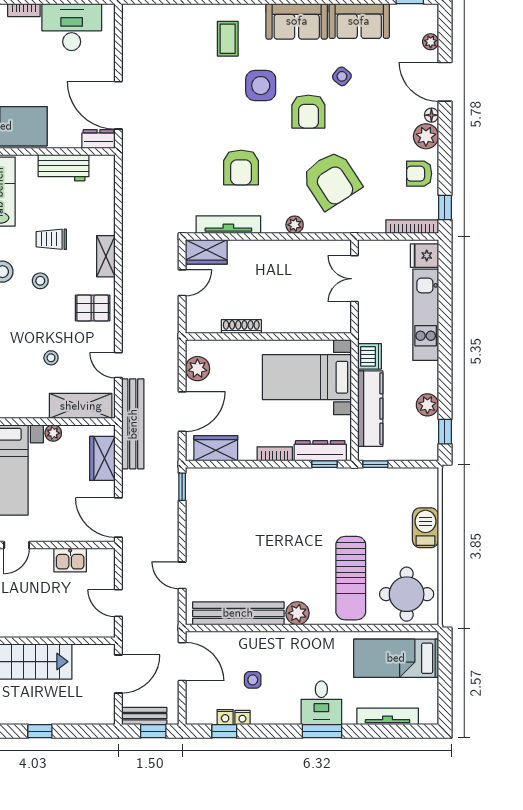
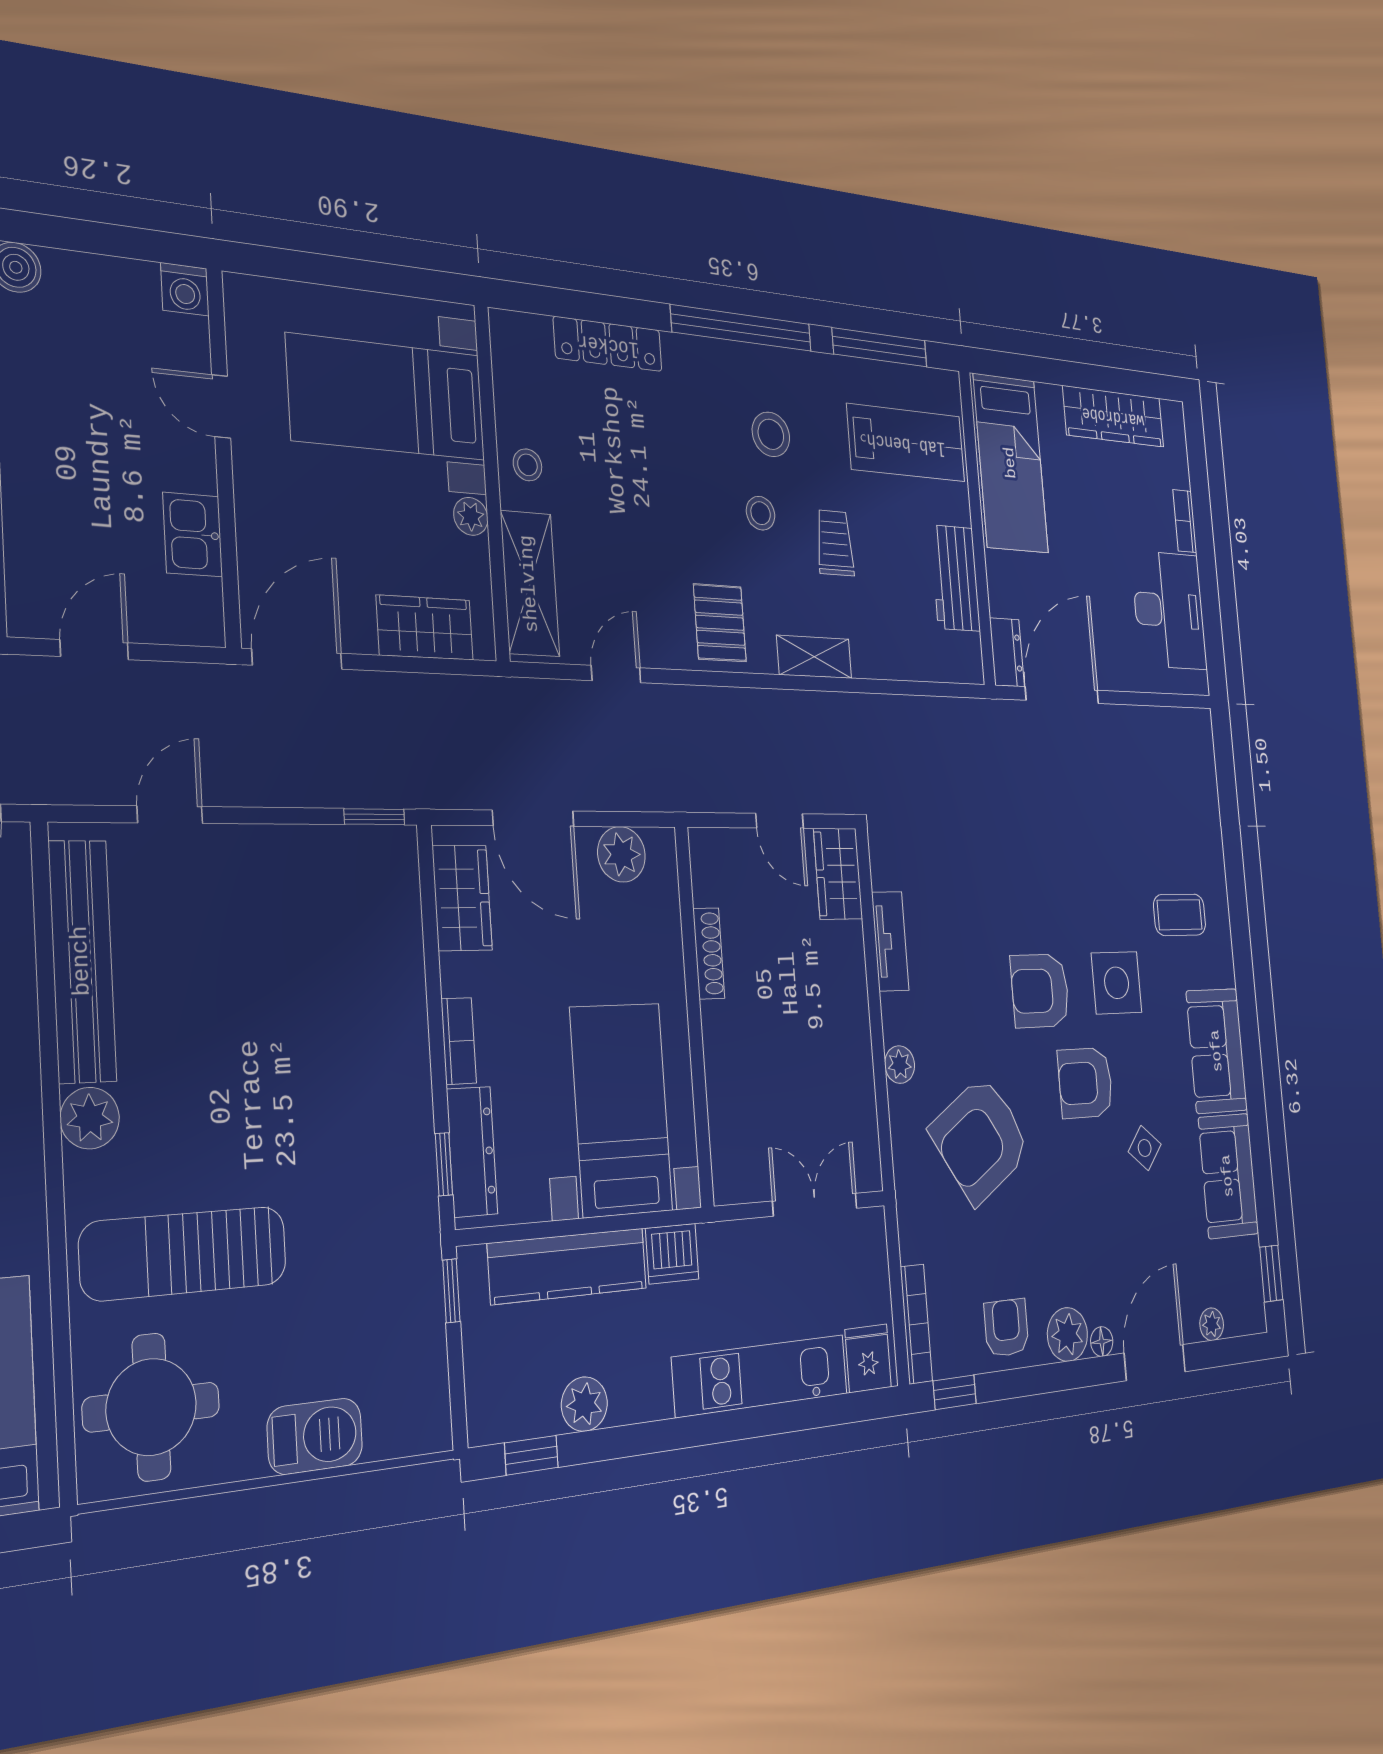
armchair: (241, 167) -> (1040, 991), moved
tv unit: (228, 225) -> (890, 941), width x0.71
stool: (51, 358) -> (527, 465), moved
bench: (133, 424) -> (501, 702), removed

